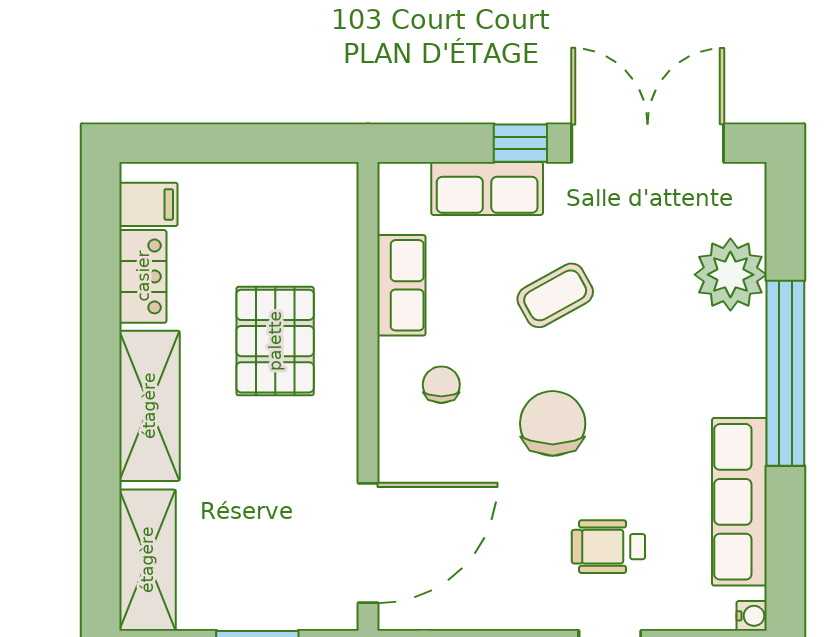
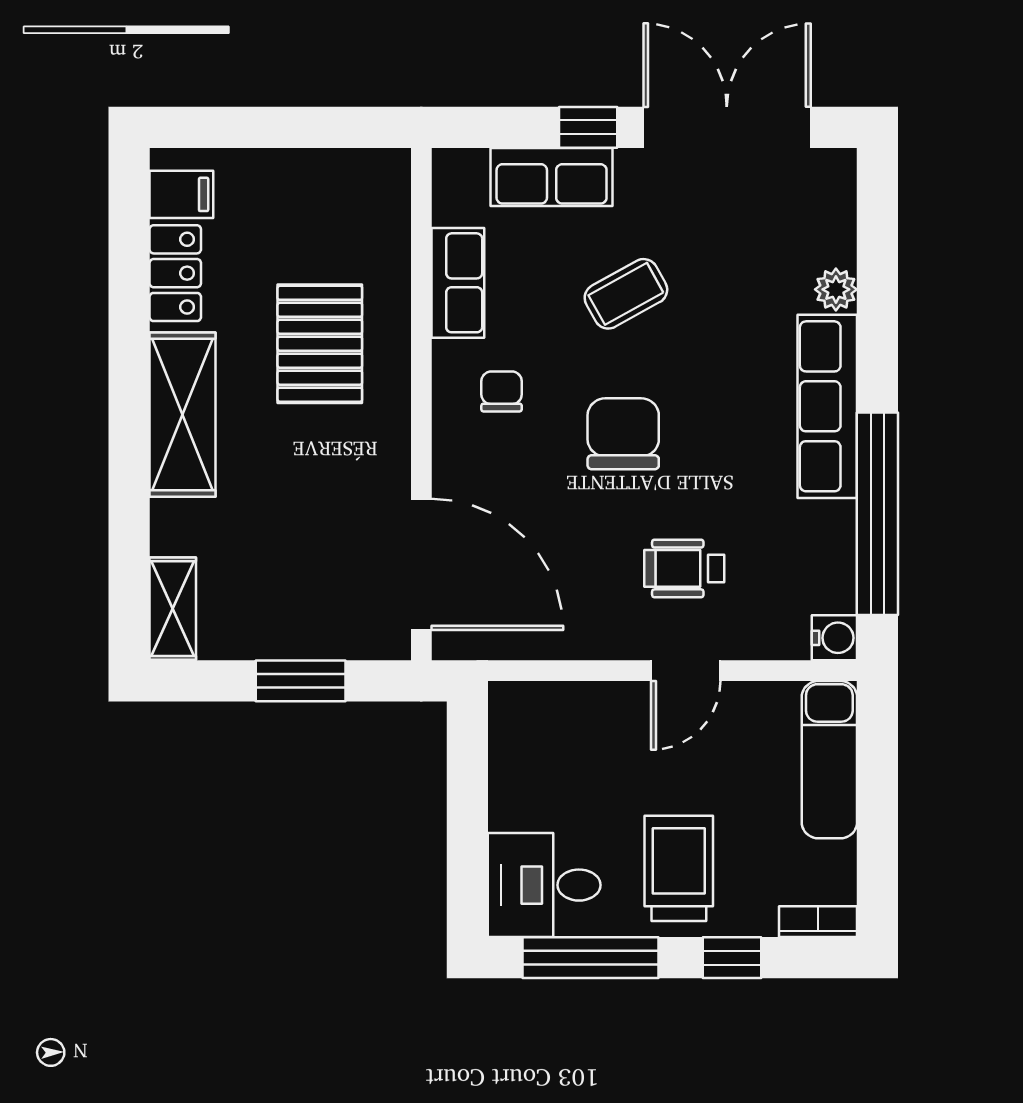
plant: (730, 275) -> (836, 289), width x0.53, depth x0.53
window: (785, 373) -> (877, 514), moved
row of seats: (739, 502) -> (827, 406), moved
door: (368, 543) -> (421, 564), hinge flipped
shelving: (147, 560) -> (173, 609), width x0.67, depth x0.75
water cooler: (752, 616) -> (834, 638), width x1.38, depth x1.38

